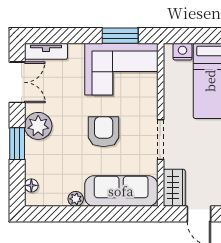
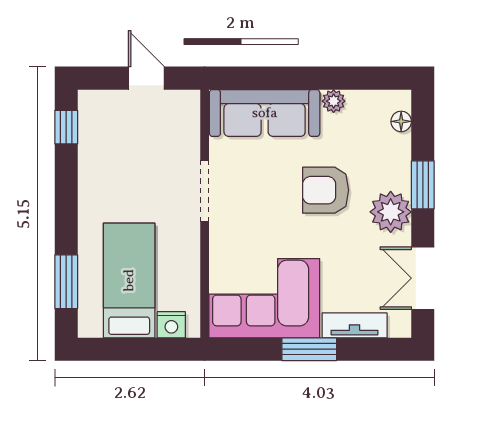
window: (120, 36) -> (309, 349), moved
tv unit: (46, 51) -> (355, 325), moved
armchair: (104, 132) -> (326, 190), moved, turned 90
wardrobe: (174, 188) -> (184, 118), removed

